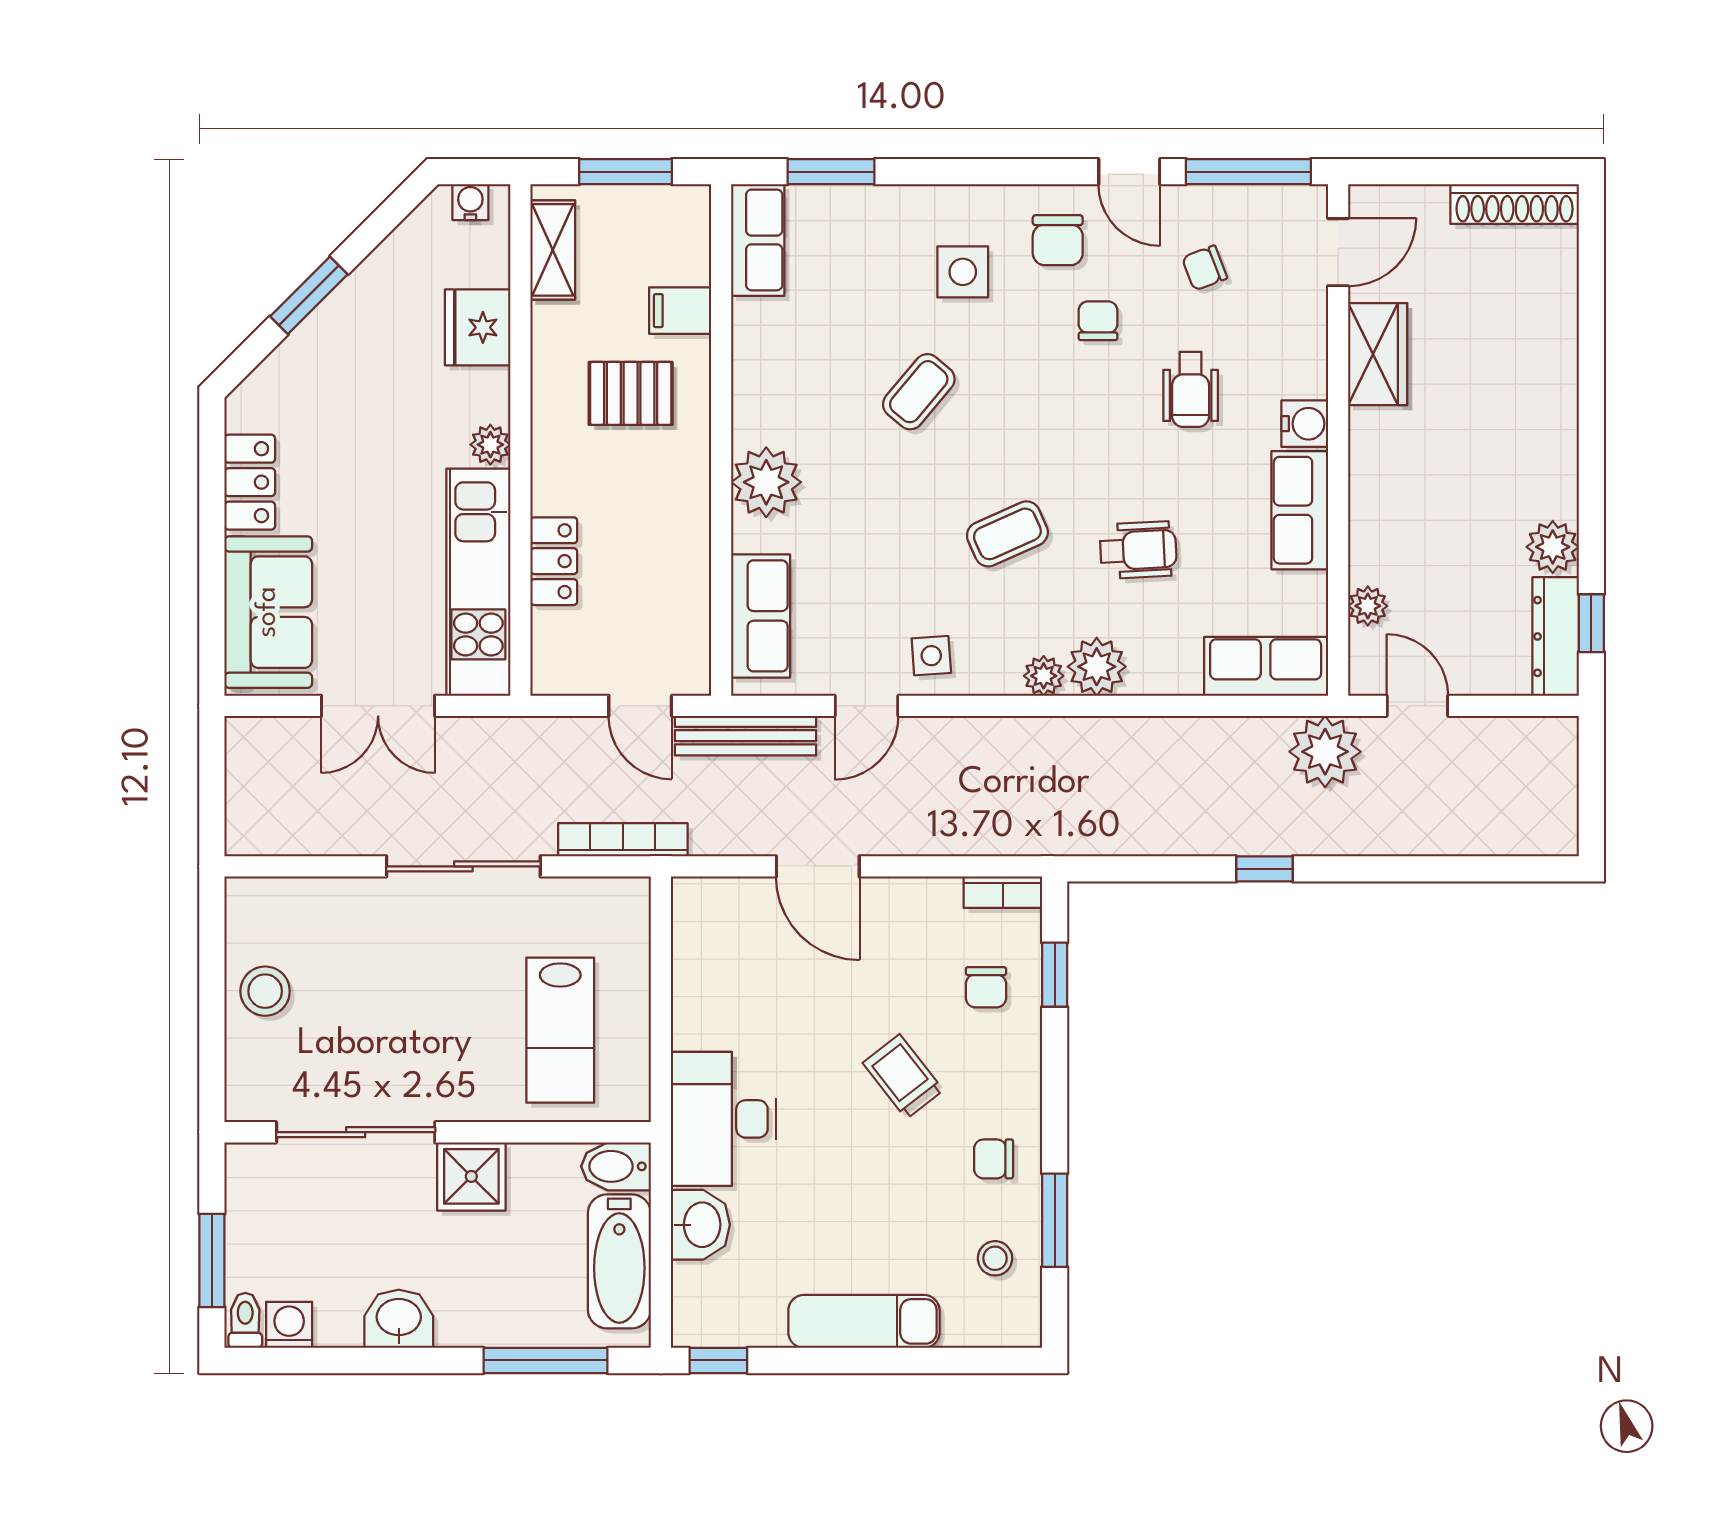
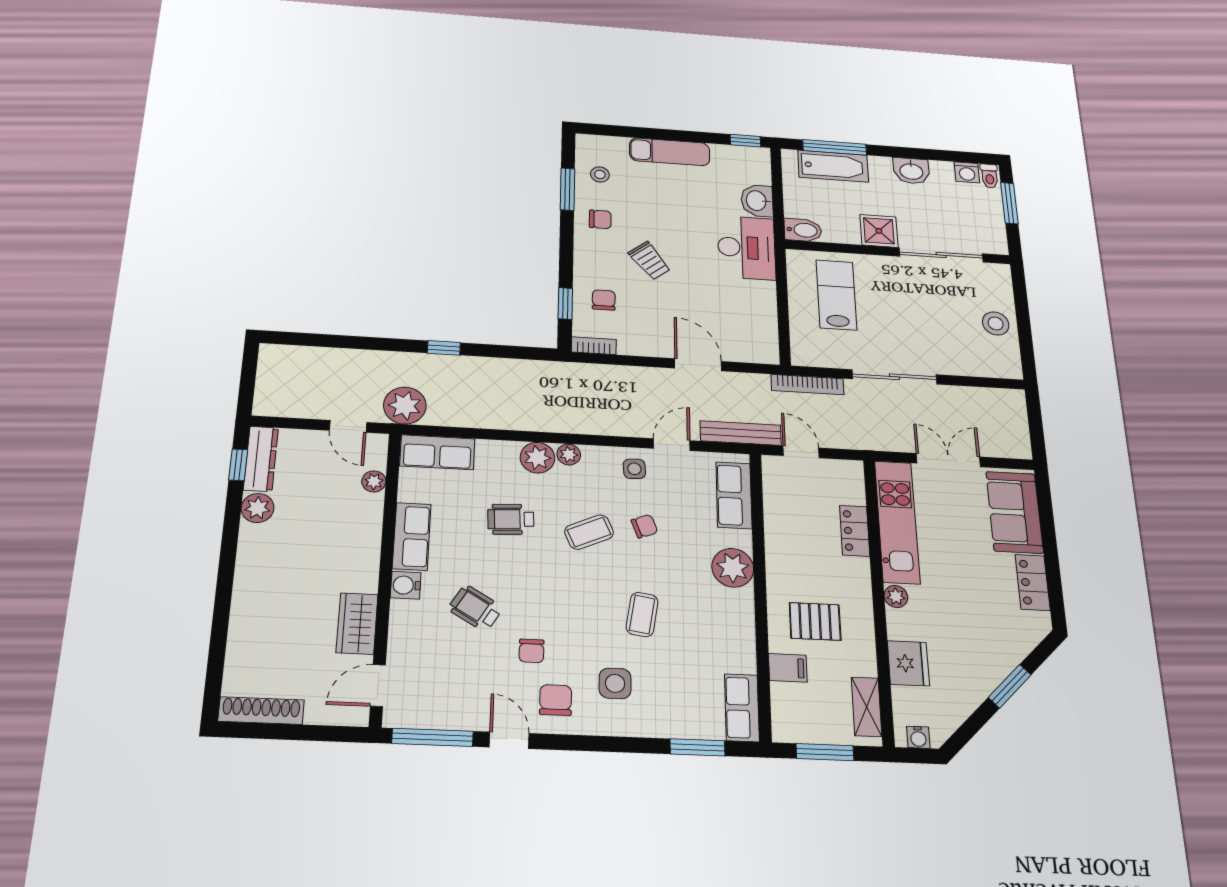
chair: (1205, 268) -> (644, 526), moved
wheelchair: (1191, 389) -> (475, 608), turned -59
coffee table: (919, 392) -> (642, 614), turned -31
bathtub: (619, 1261) -> (833, 166), moved, turned 90

